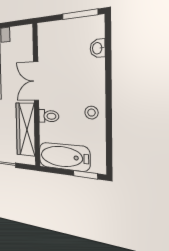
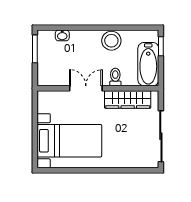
double door: (36, 81) -> (86, 88), swing flipped
stool: (91, 113) -> (111, 41), width x1.89, depth x1.89

